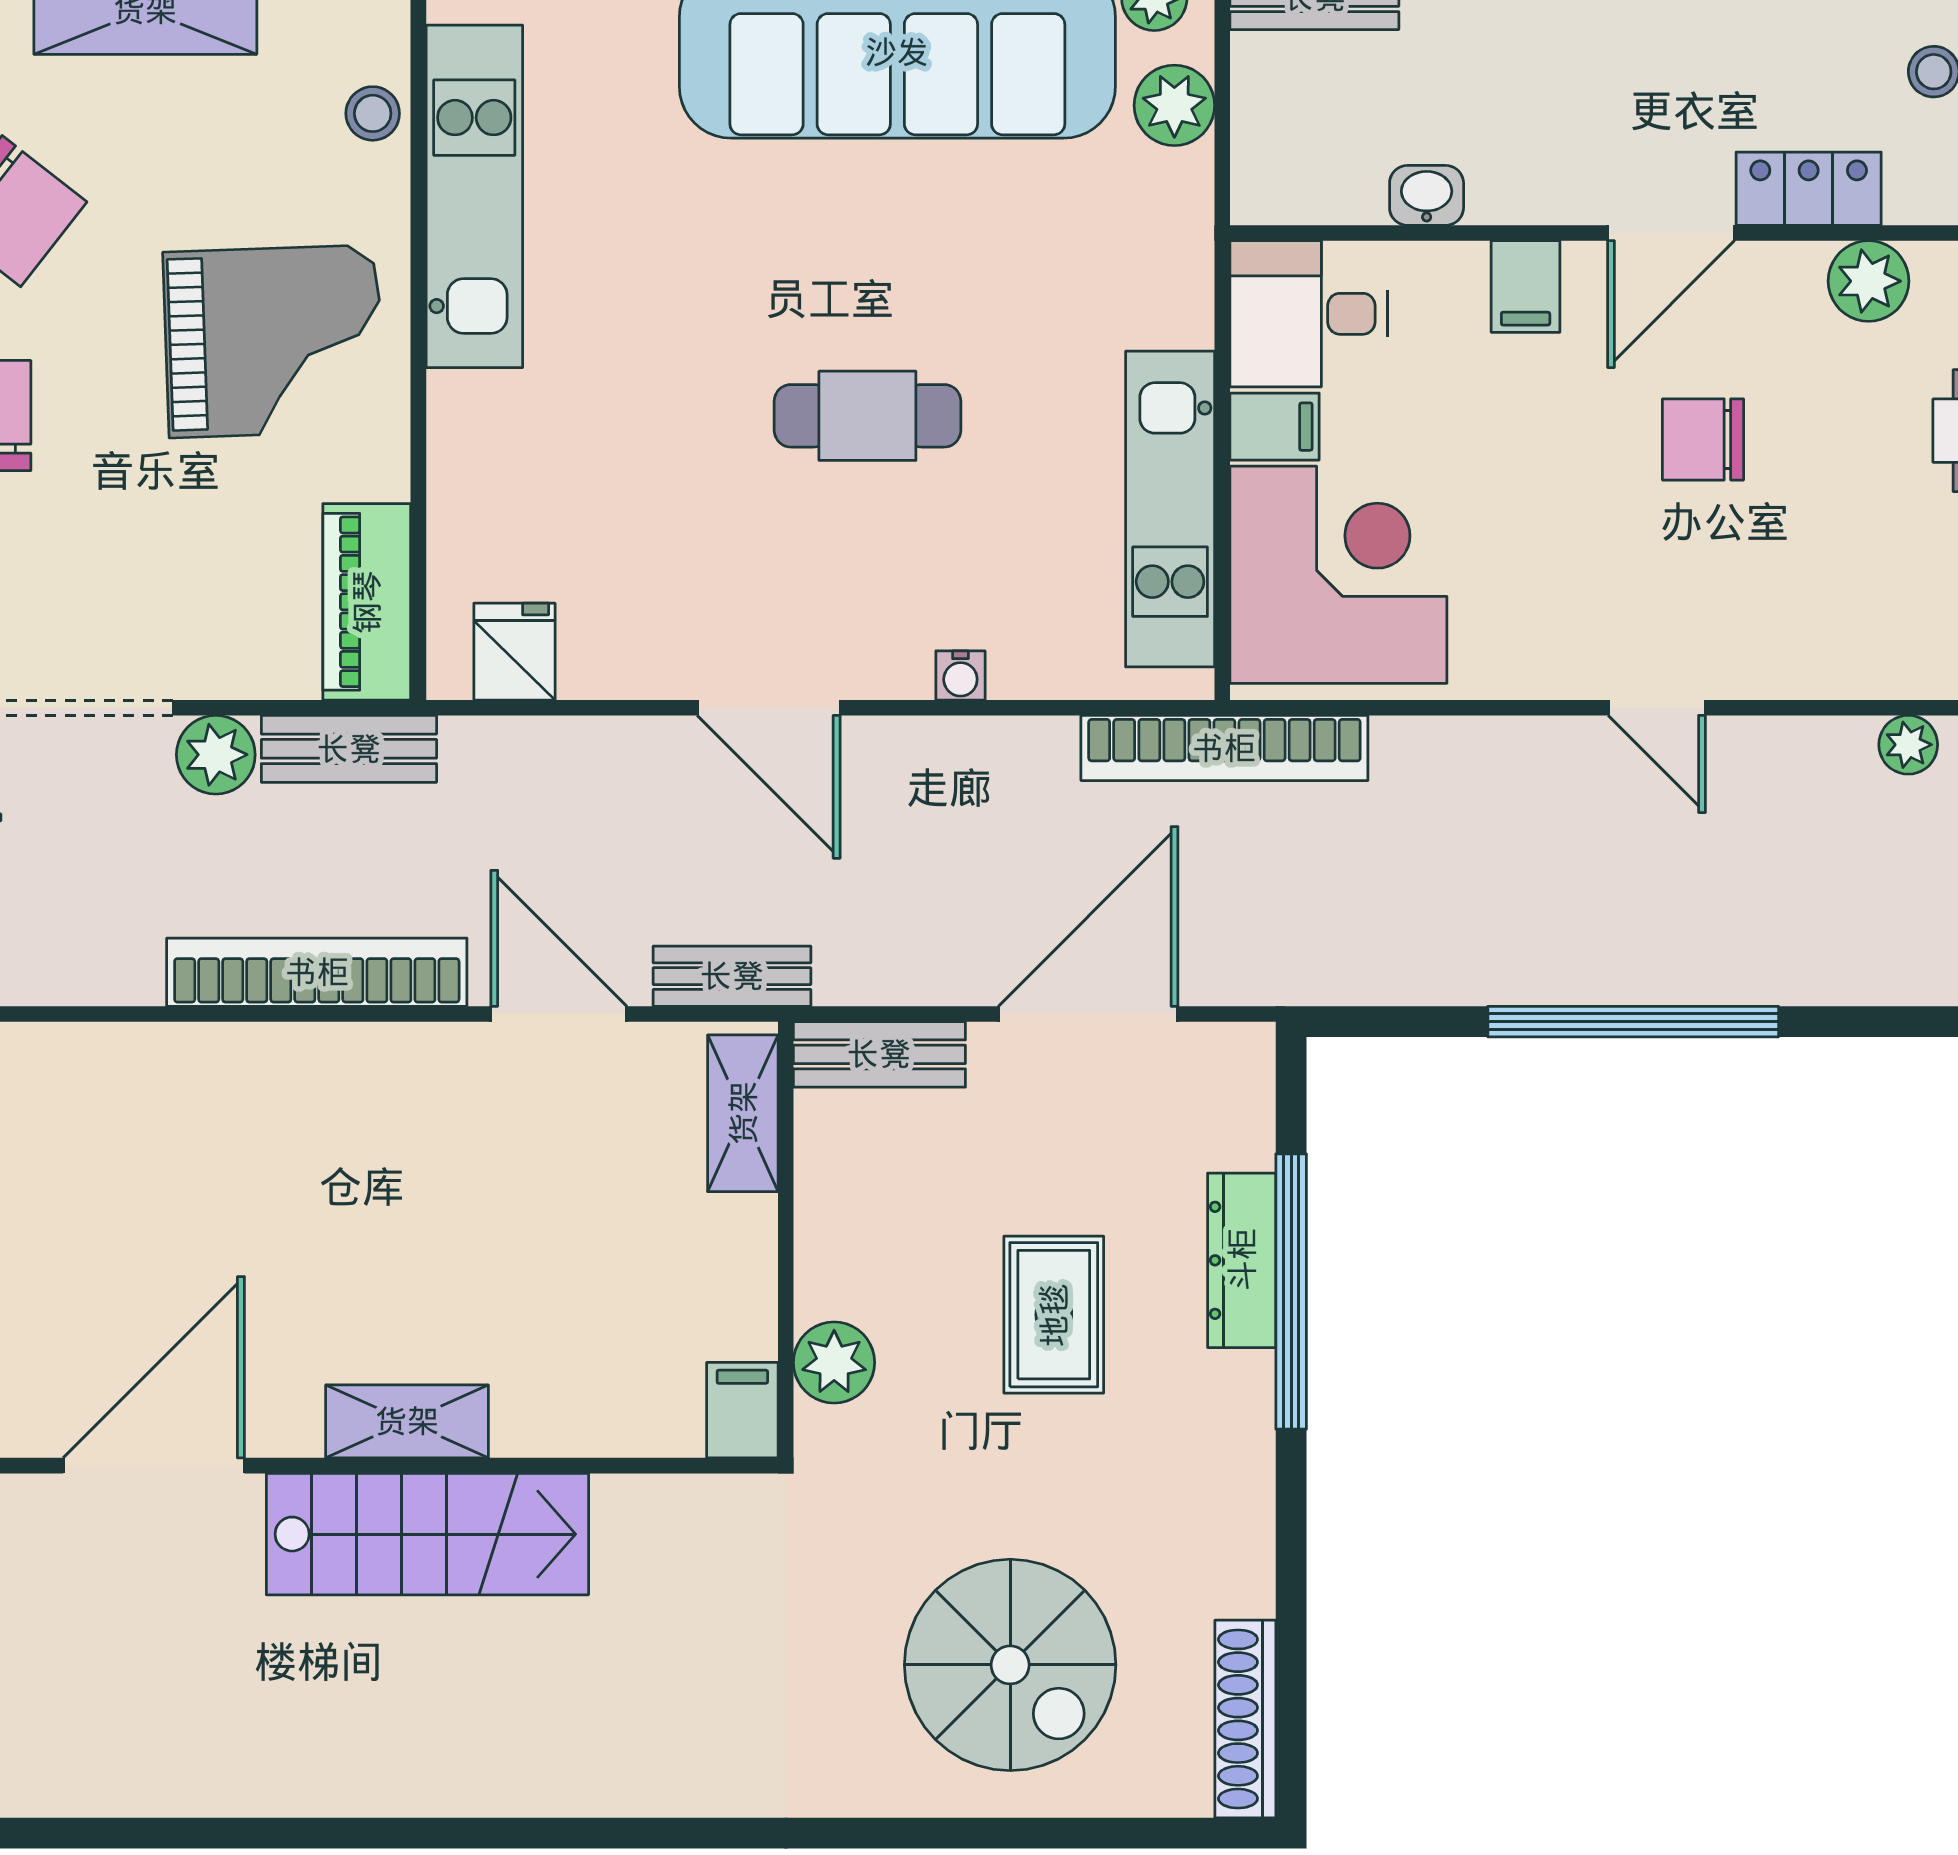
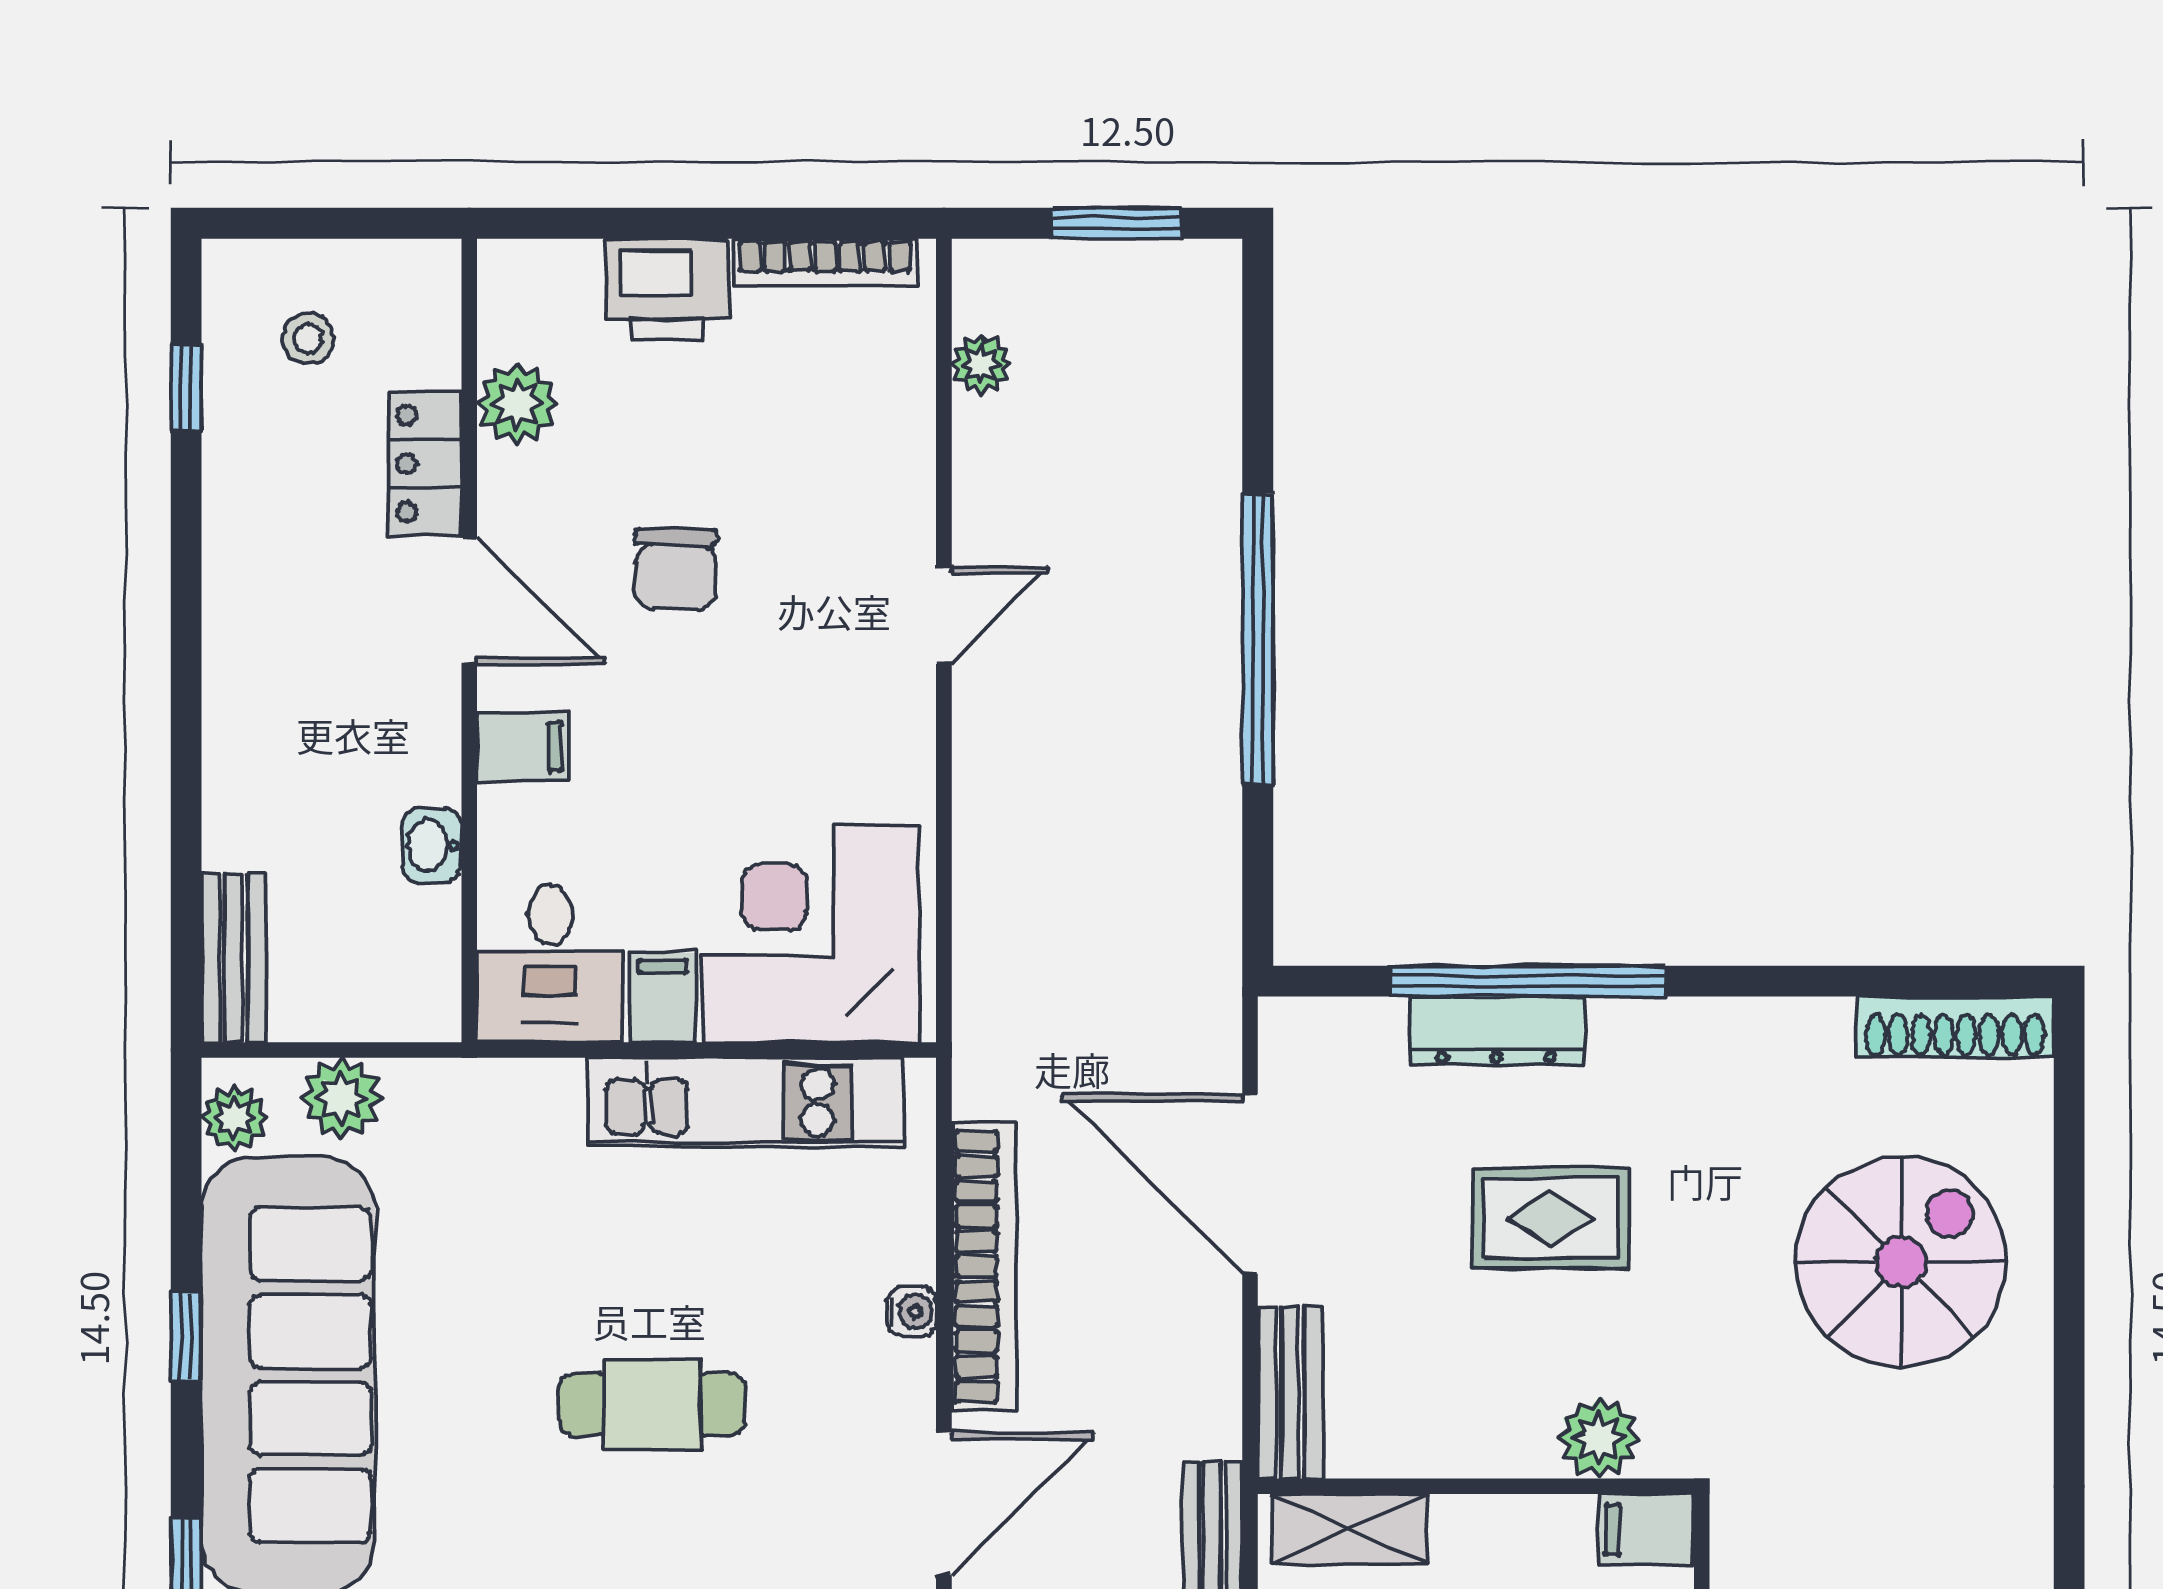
cafe table: (867, 416) -> (652, 1405), turned 90
bookcase: (1224, 748) -> (984, 1266), moved

